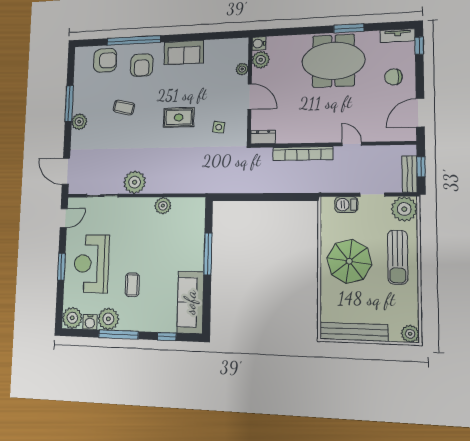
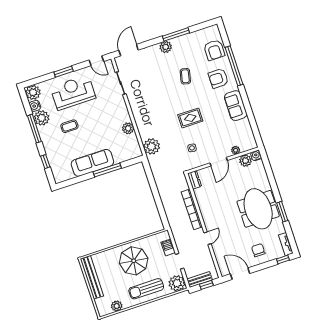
rug: (179, 117) -> (190, 118), turned 90
plant: (135, 182) -> (152, 146), moved
sofa: (190, 302) -> (92, 163), moved
plant: (410, 334) -> (117, 306), moved

